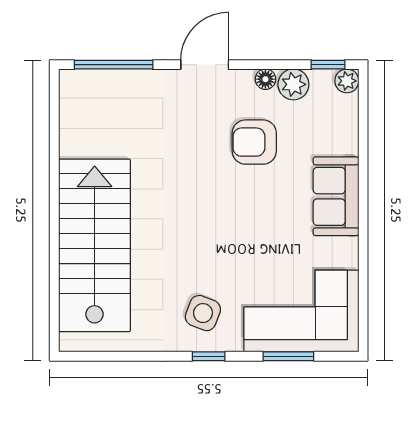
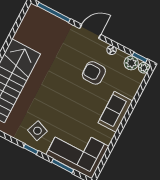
plant: (293, 84) -> (131, 63), moved

